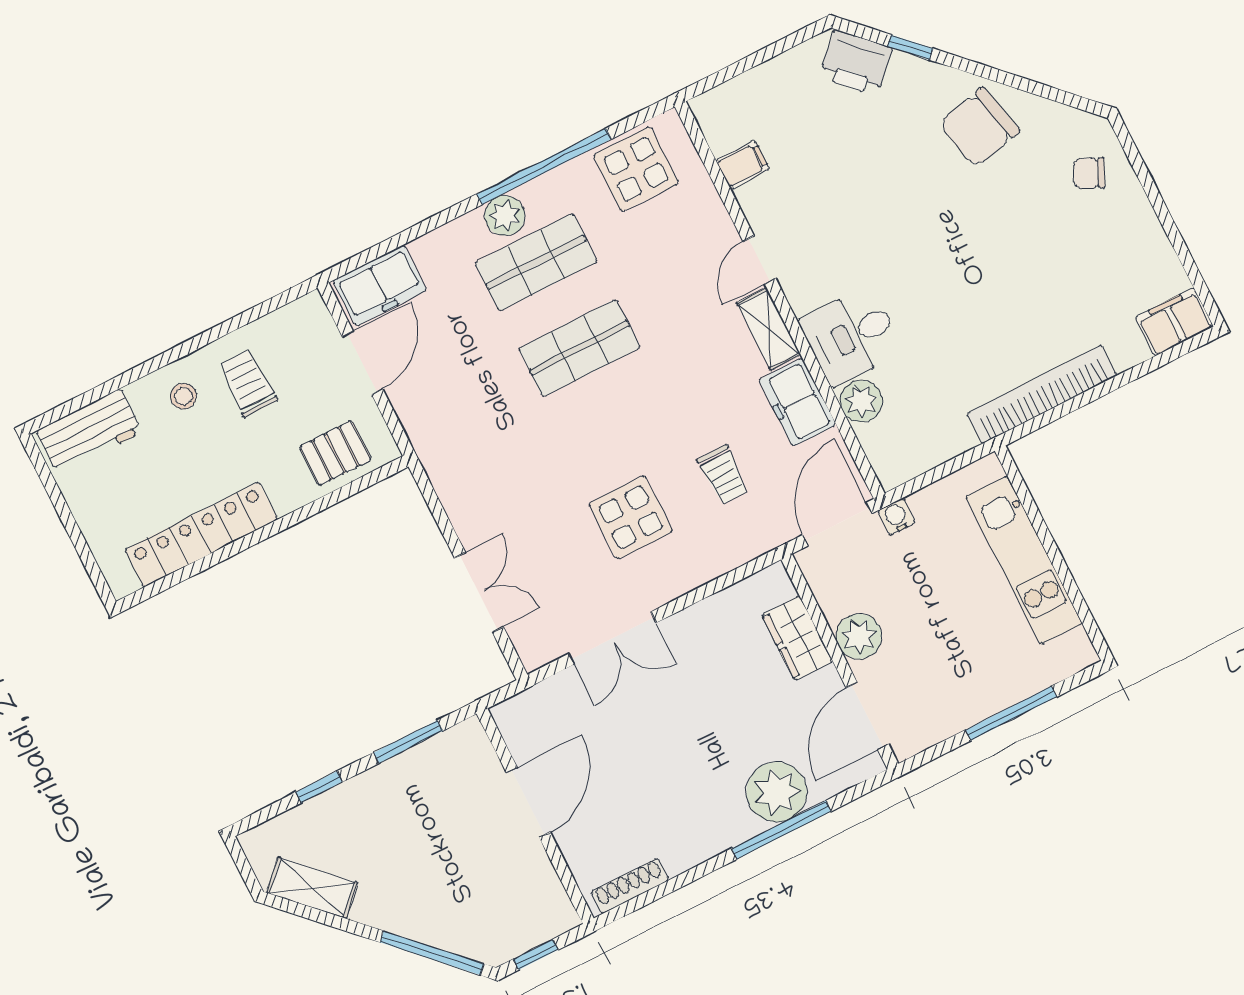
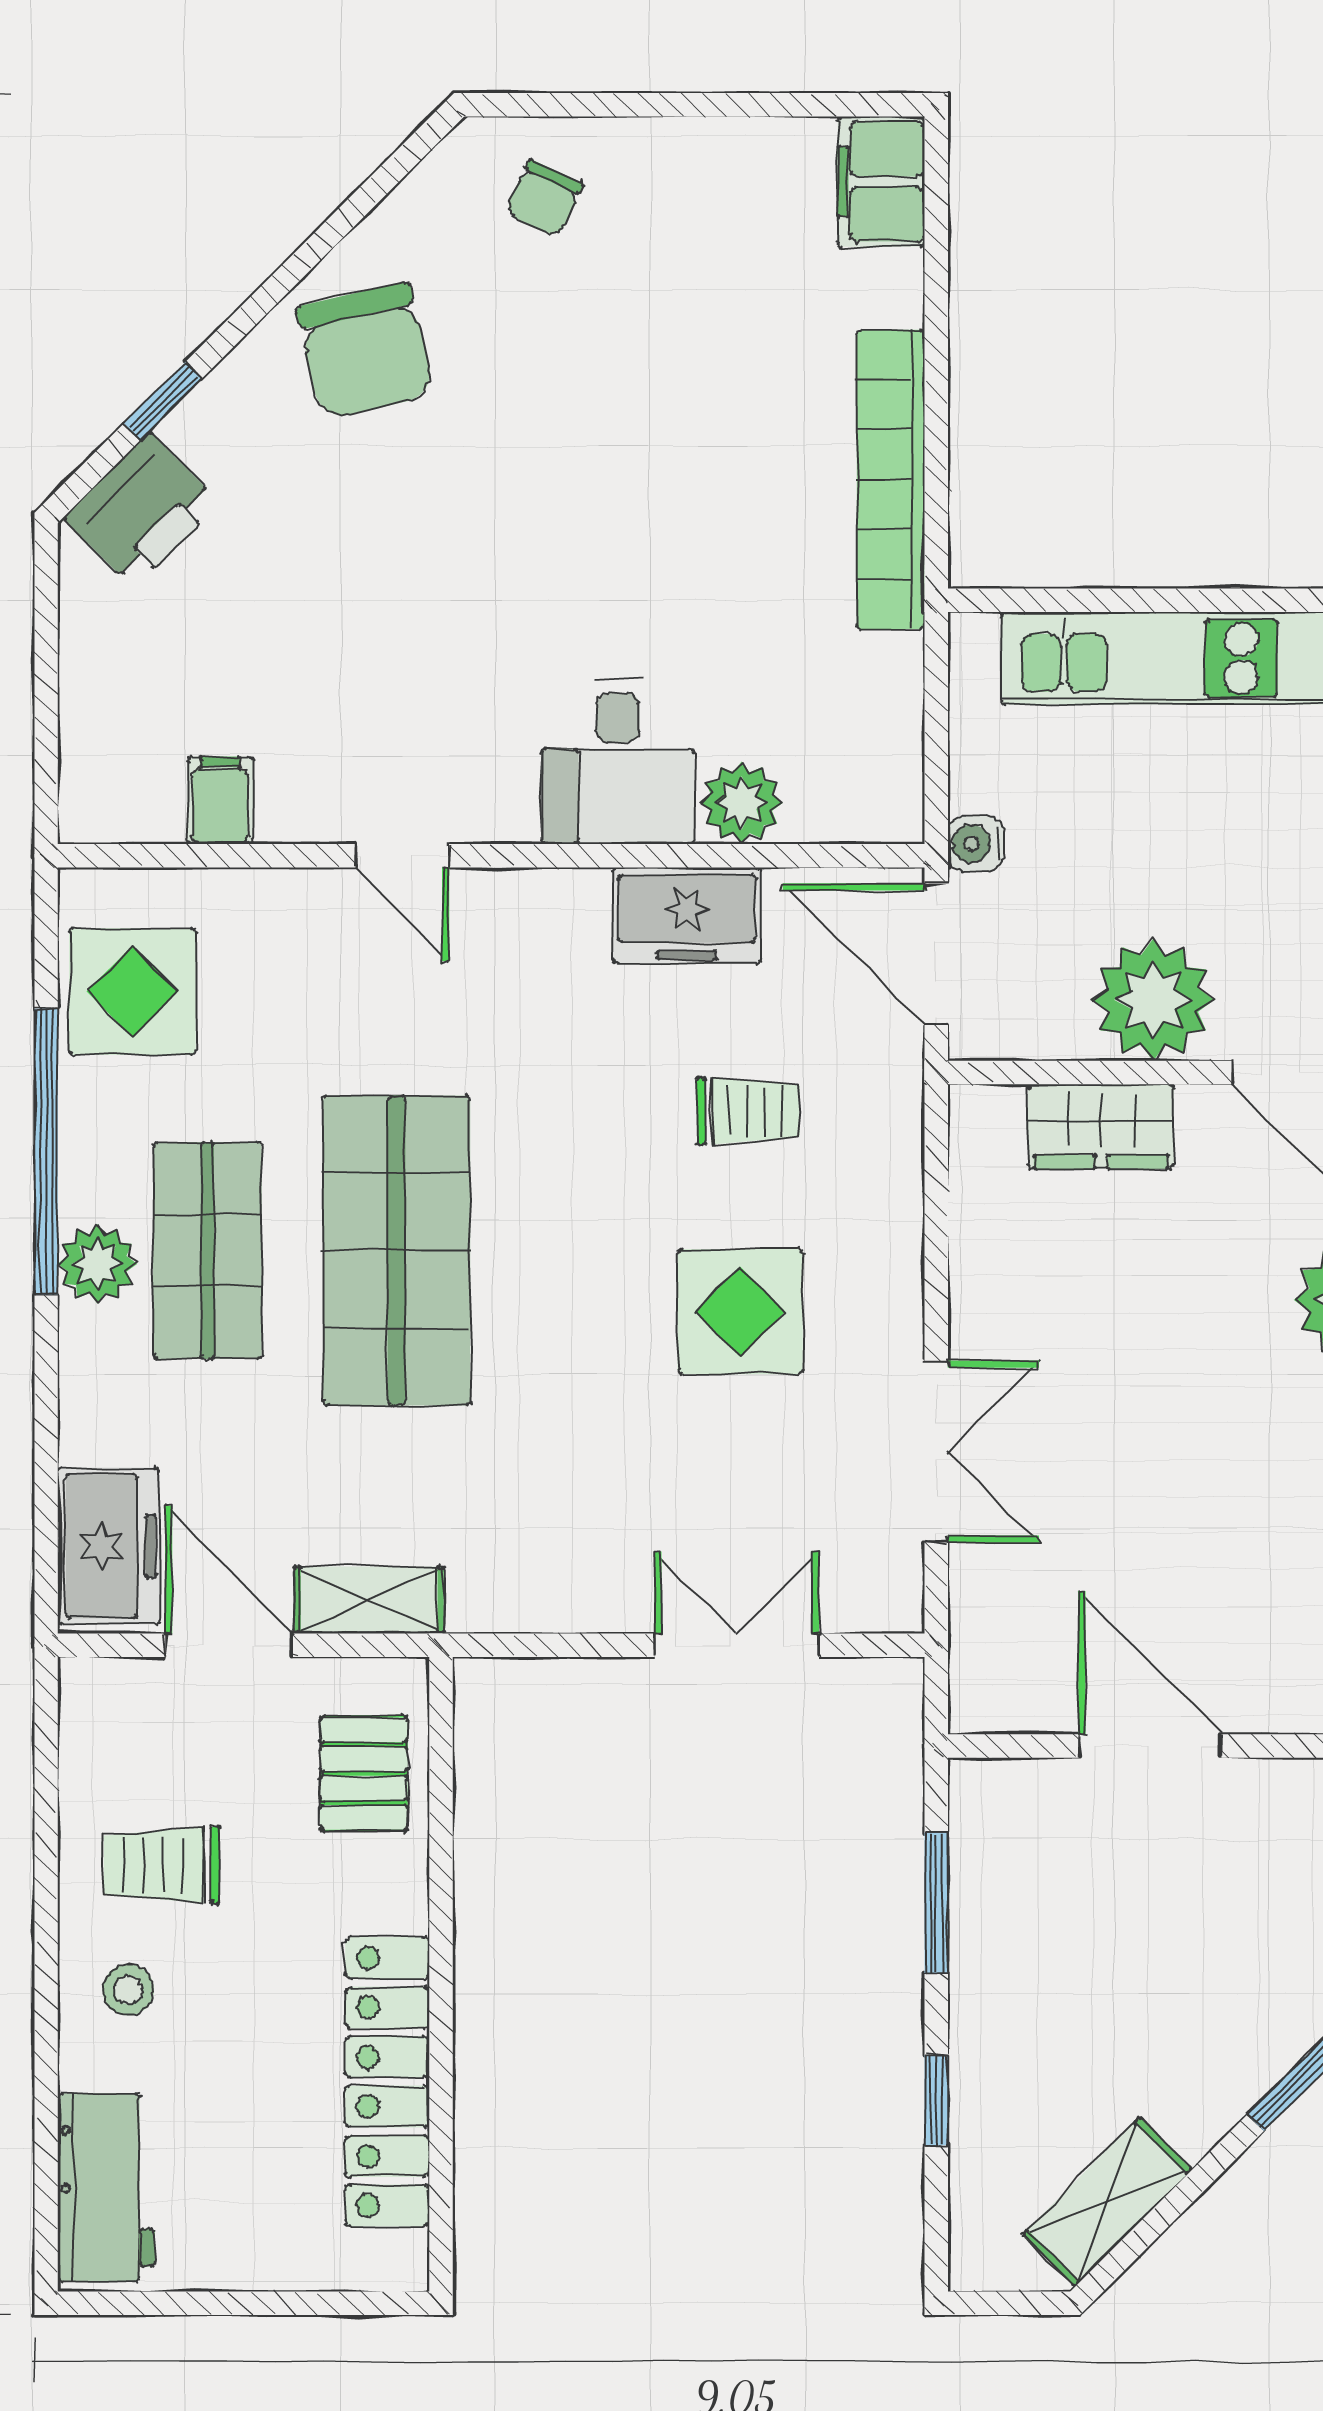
shelving: (769, 329) -> (369, 1600), moved
shop shelf: (579, 348) -> (397, 1251), width x1.43, depth x1.36
plant: (859, 636) -> (1153, 1000), width x1.36, depth x1.36

